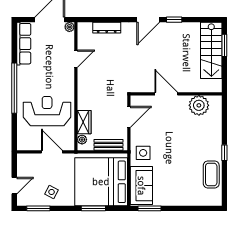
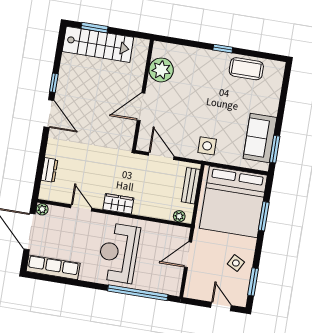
dresser: (107, 28) -> (49, 170), width x0.70
window: (14, 88) -> (138, 293), moved
reception desk: (47, 111) -> (119, 253), moved
wardrobe: (84, 122) -> (118, 204), moved
sofa: (141, 186) -> (260, 138), moved, turned -90

